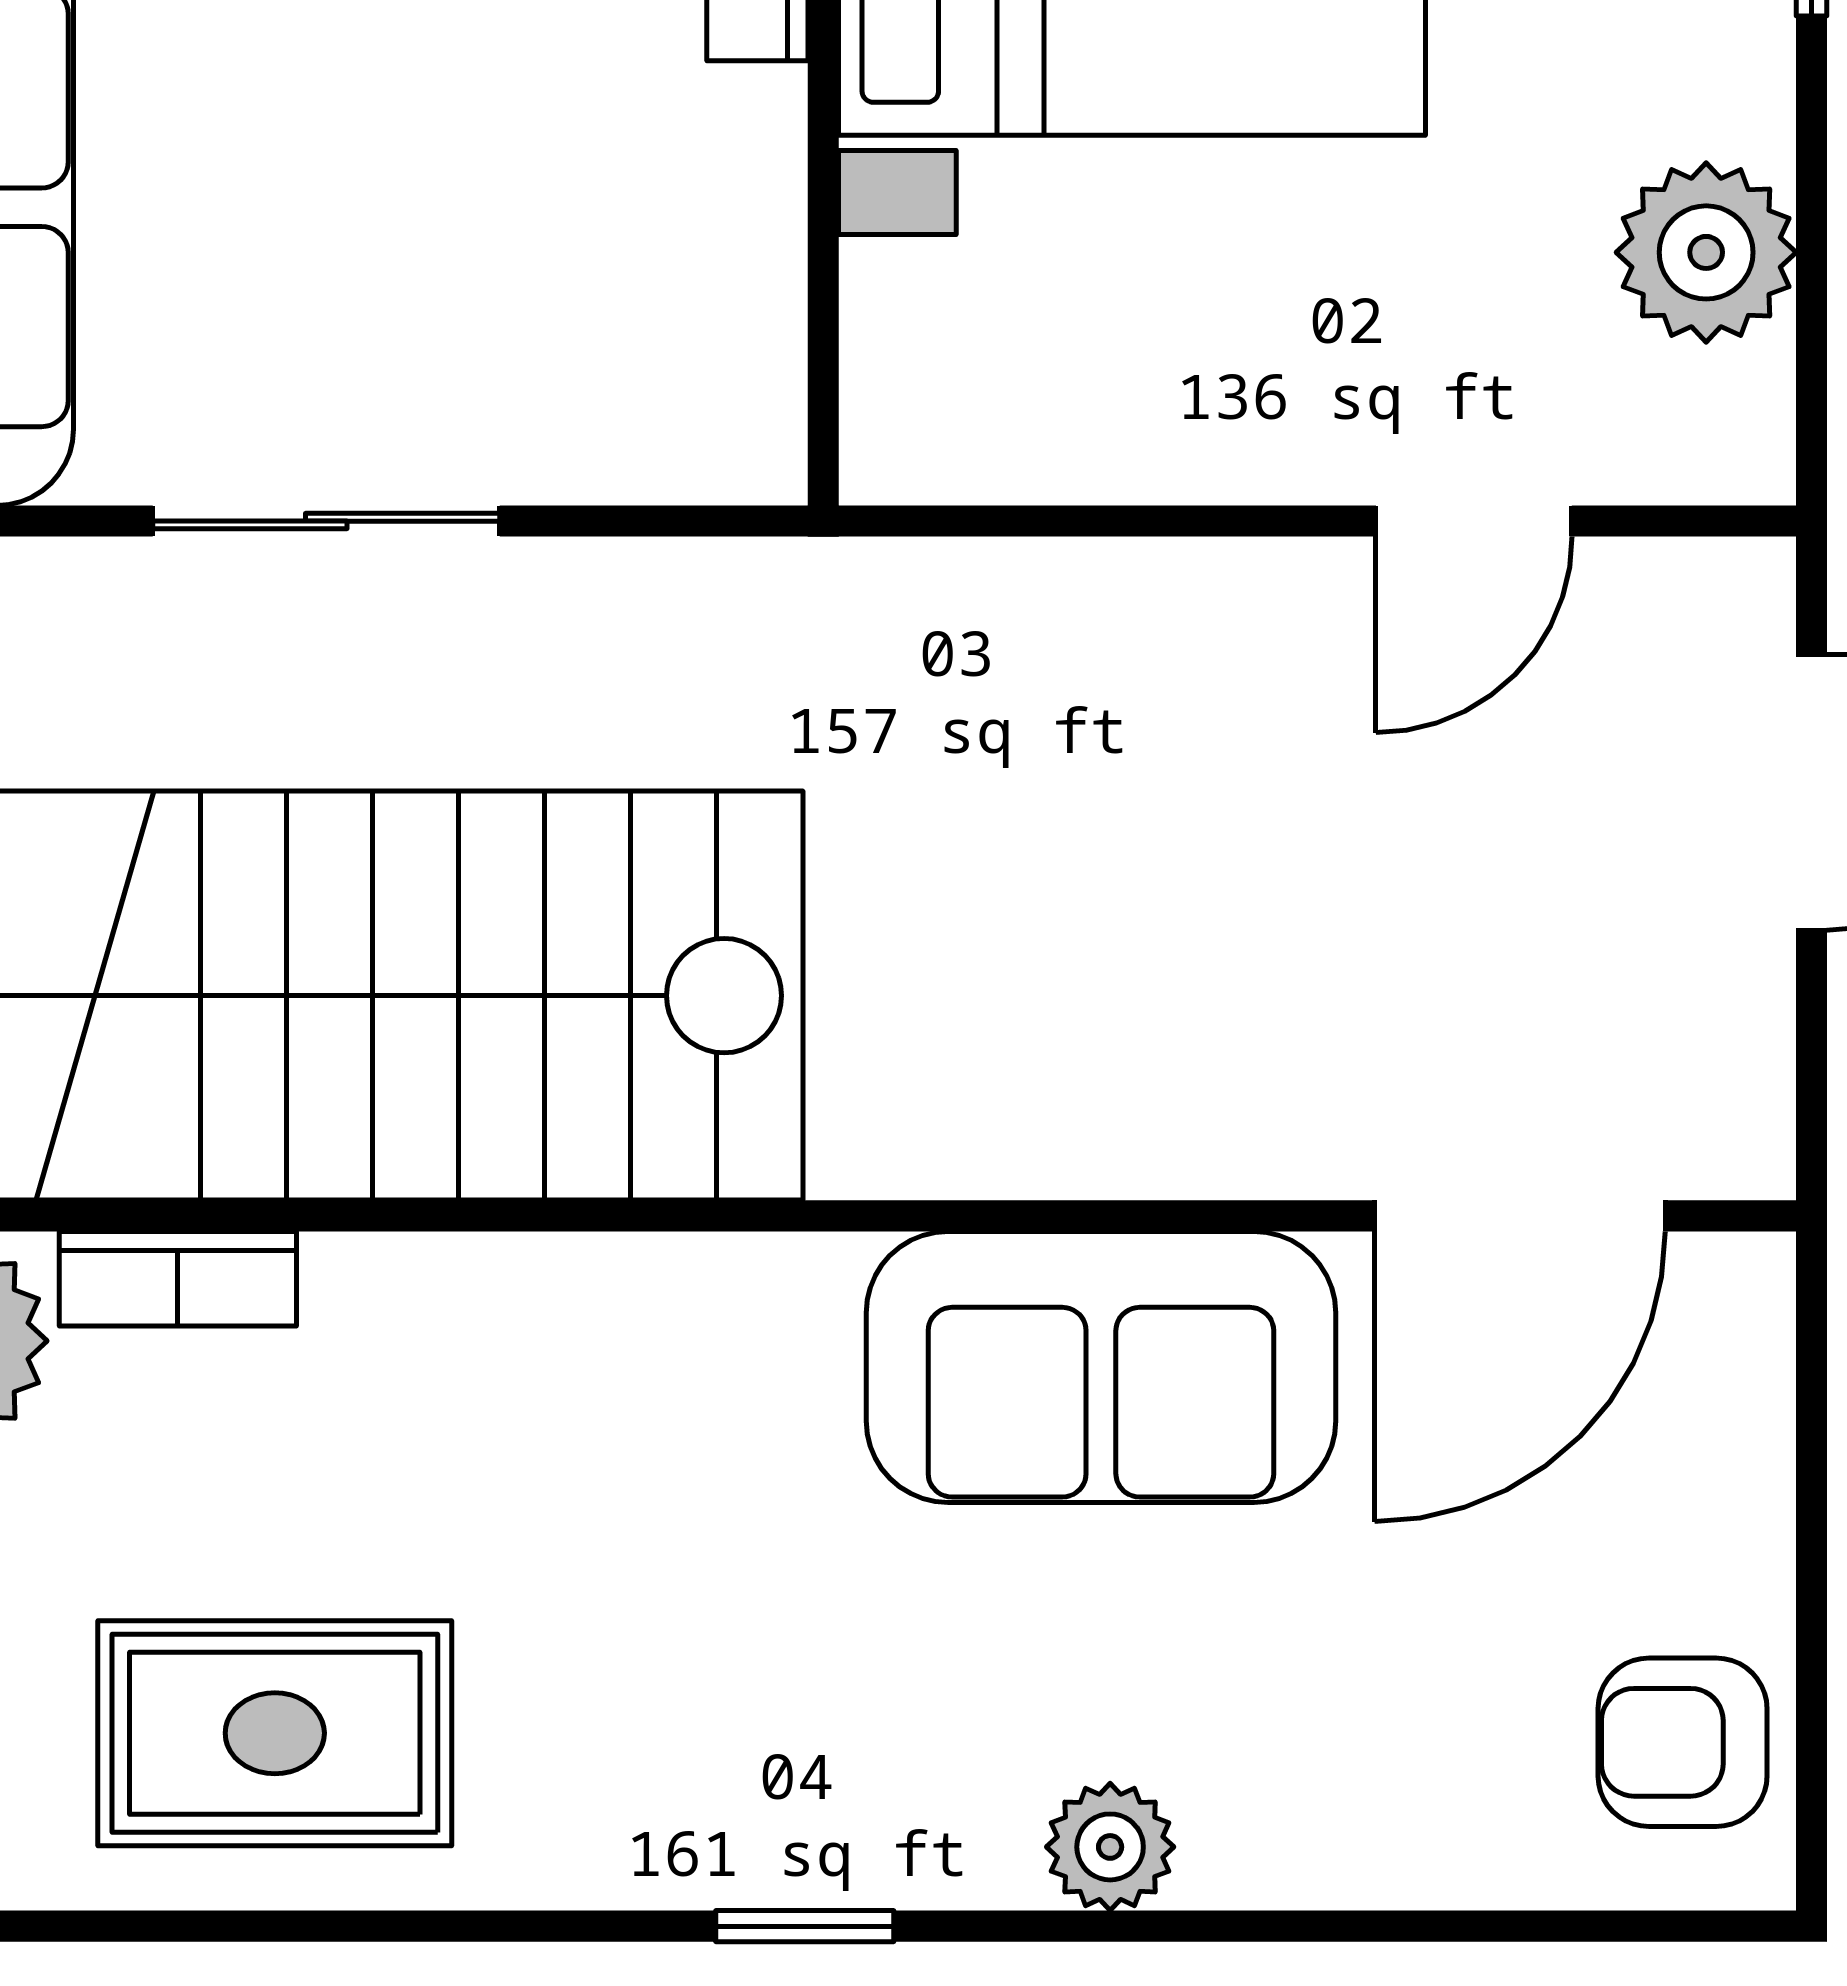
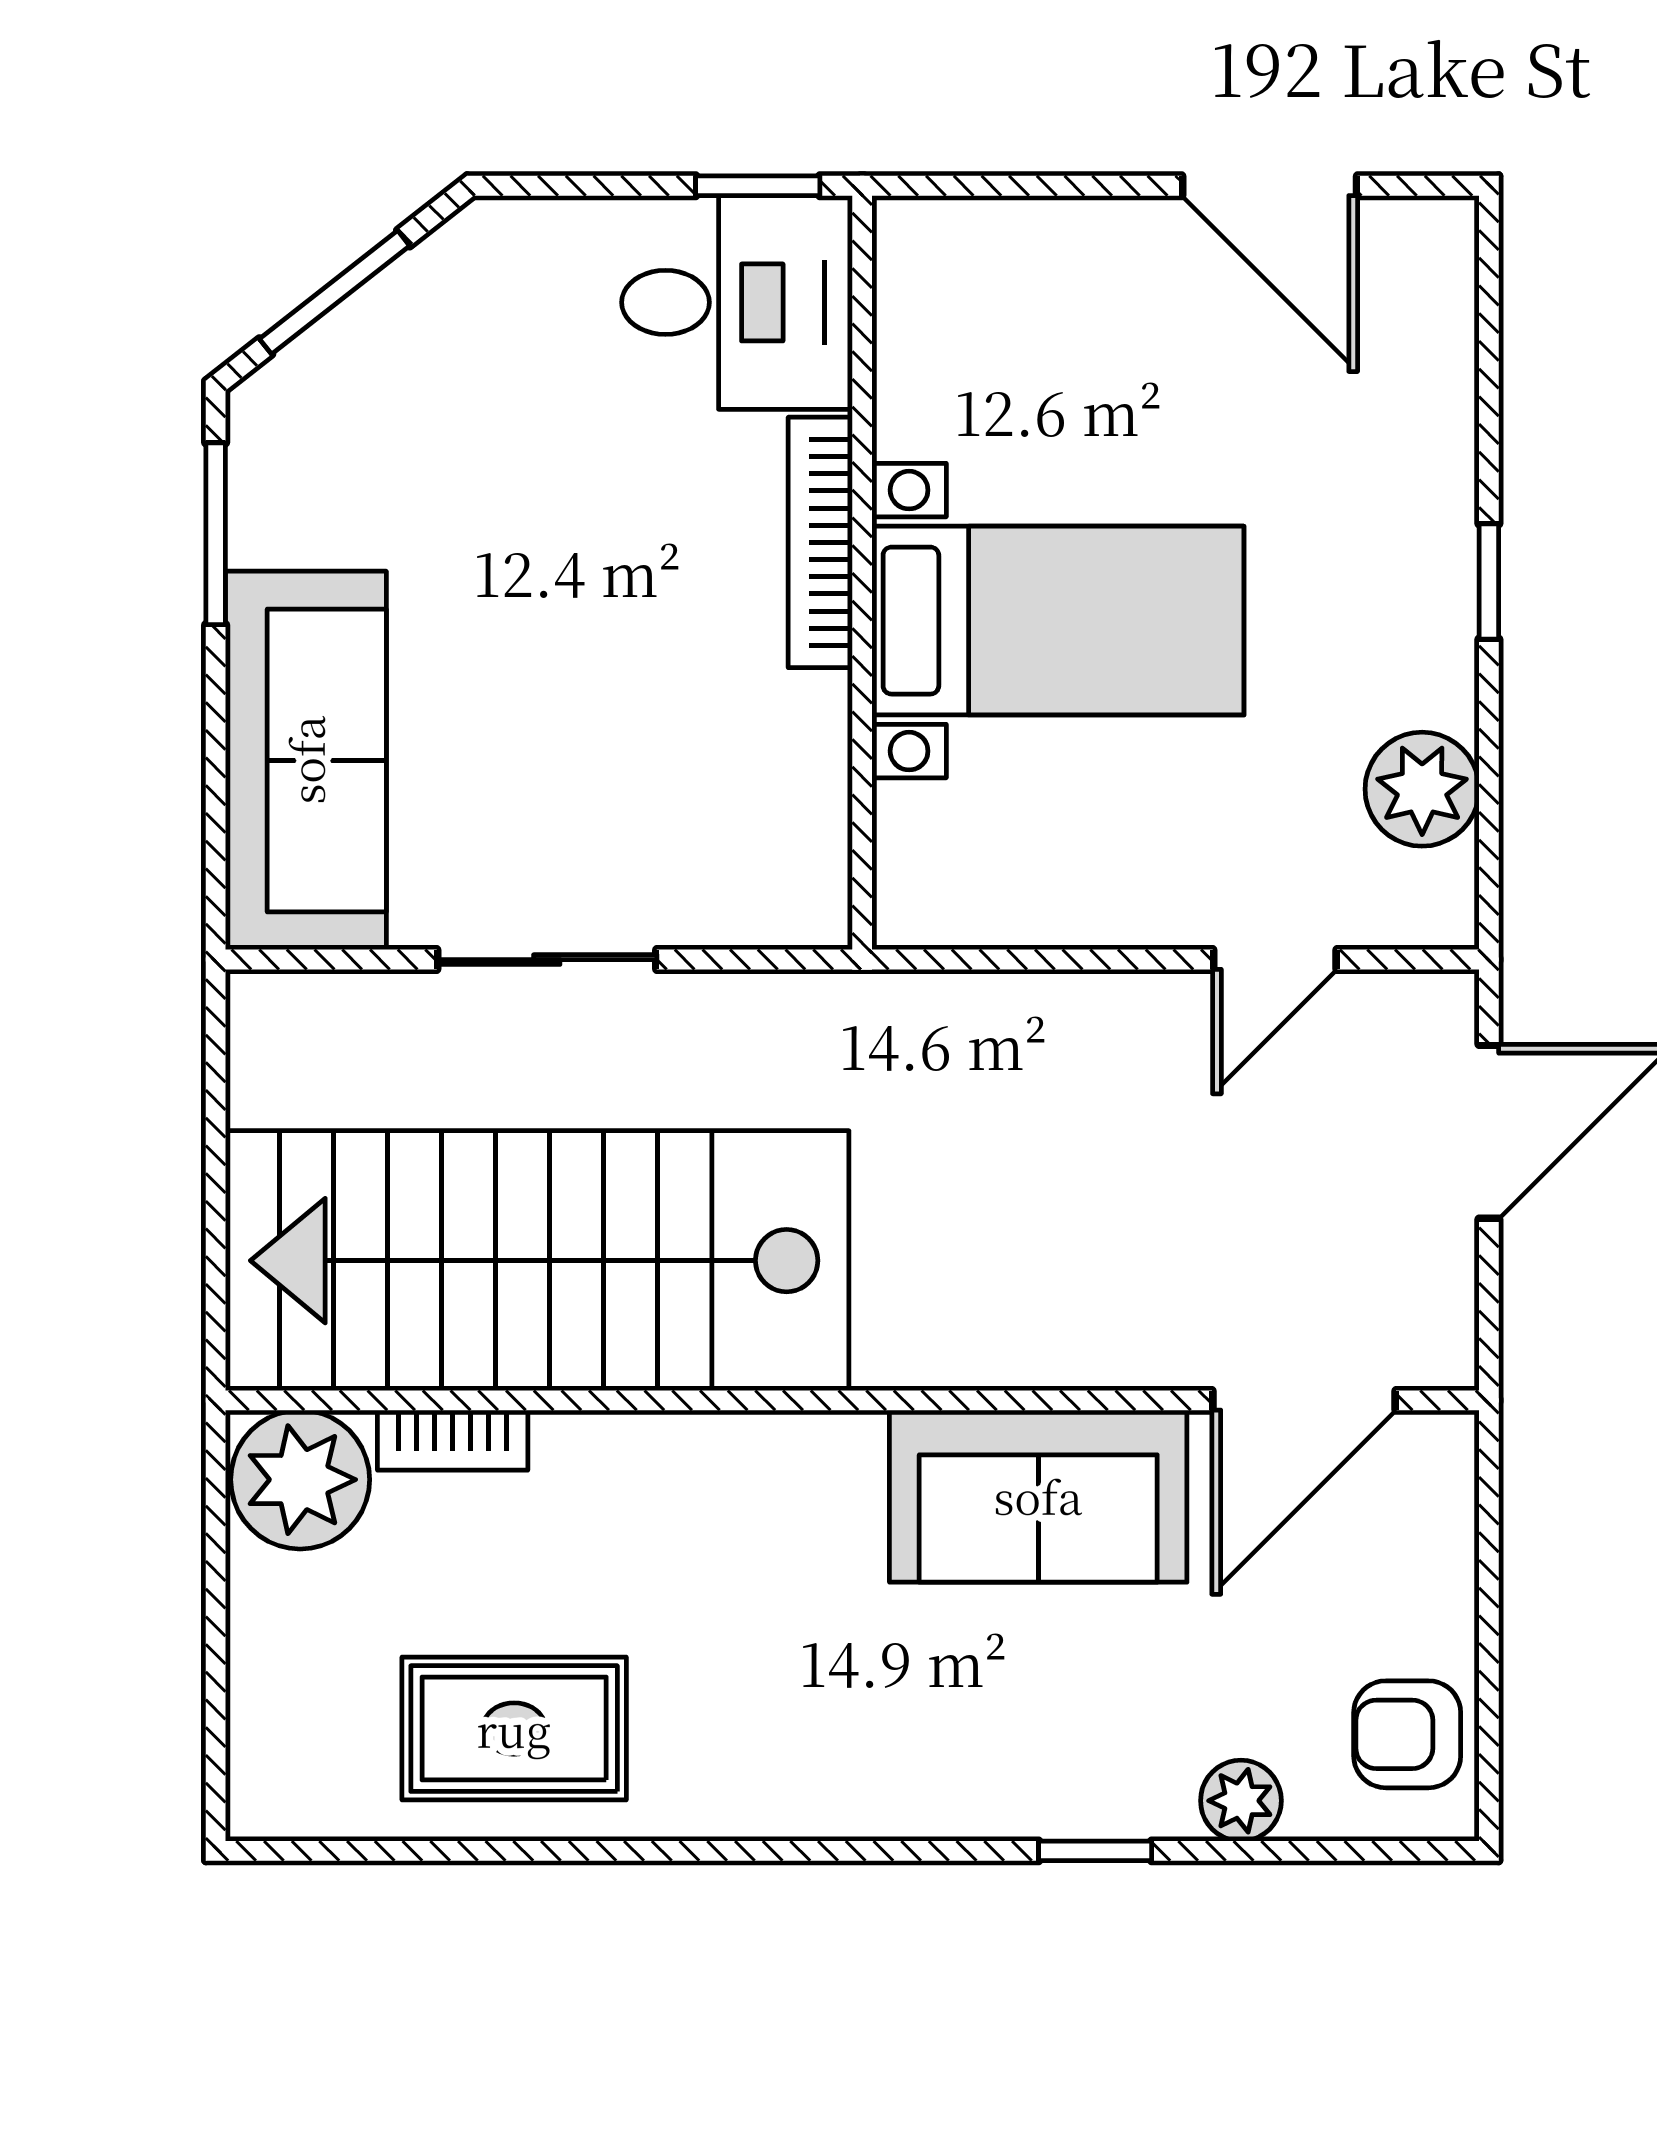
plant: (1110, 1847) -> (1241, 1801), moved
window: (805, 1926) -> (1095, 1851), moved

